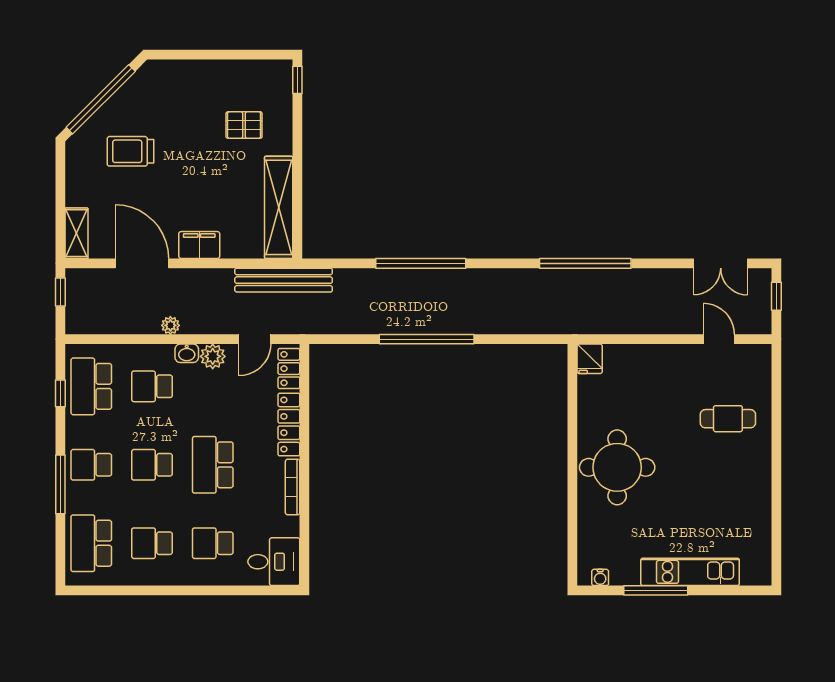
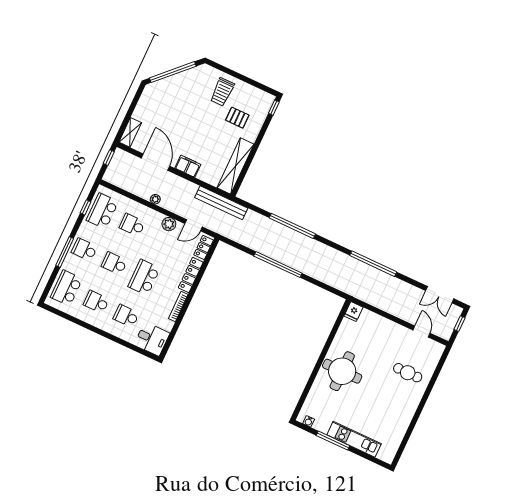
trolley: (130, 151) -> (222, 92), moved, turned -90
washbasin: (187, 353) -> (157, 217), removed

